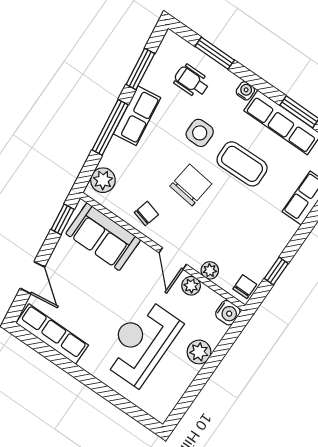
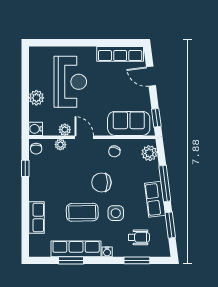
chair: (191, 185) -> (101, 182), turned 83

